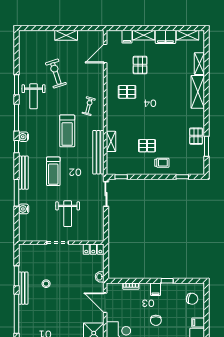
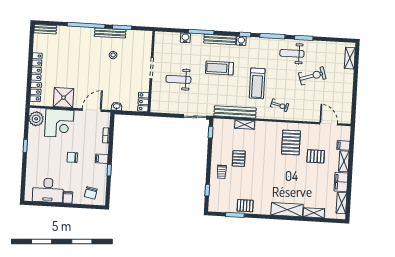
shelving: (66, 35) -> (350, 58), moved
pallet: (127, 92) -> (291, 142), width x1.50, depth x1.42
treadmill: (67, 131) -> (257, 83), turned -90
water cooler: (23, 137) -> (241, 41), moved

